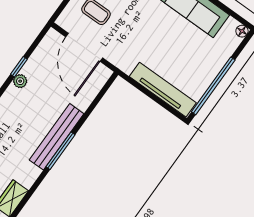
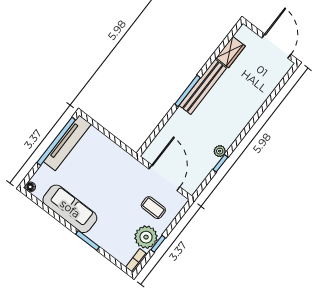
tv unit: (163, 90) -> (67, 143), moved, turned -90
bench: (57, 137) -> (203, 87), moved

